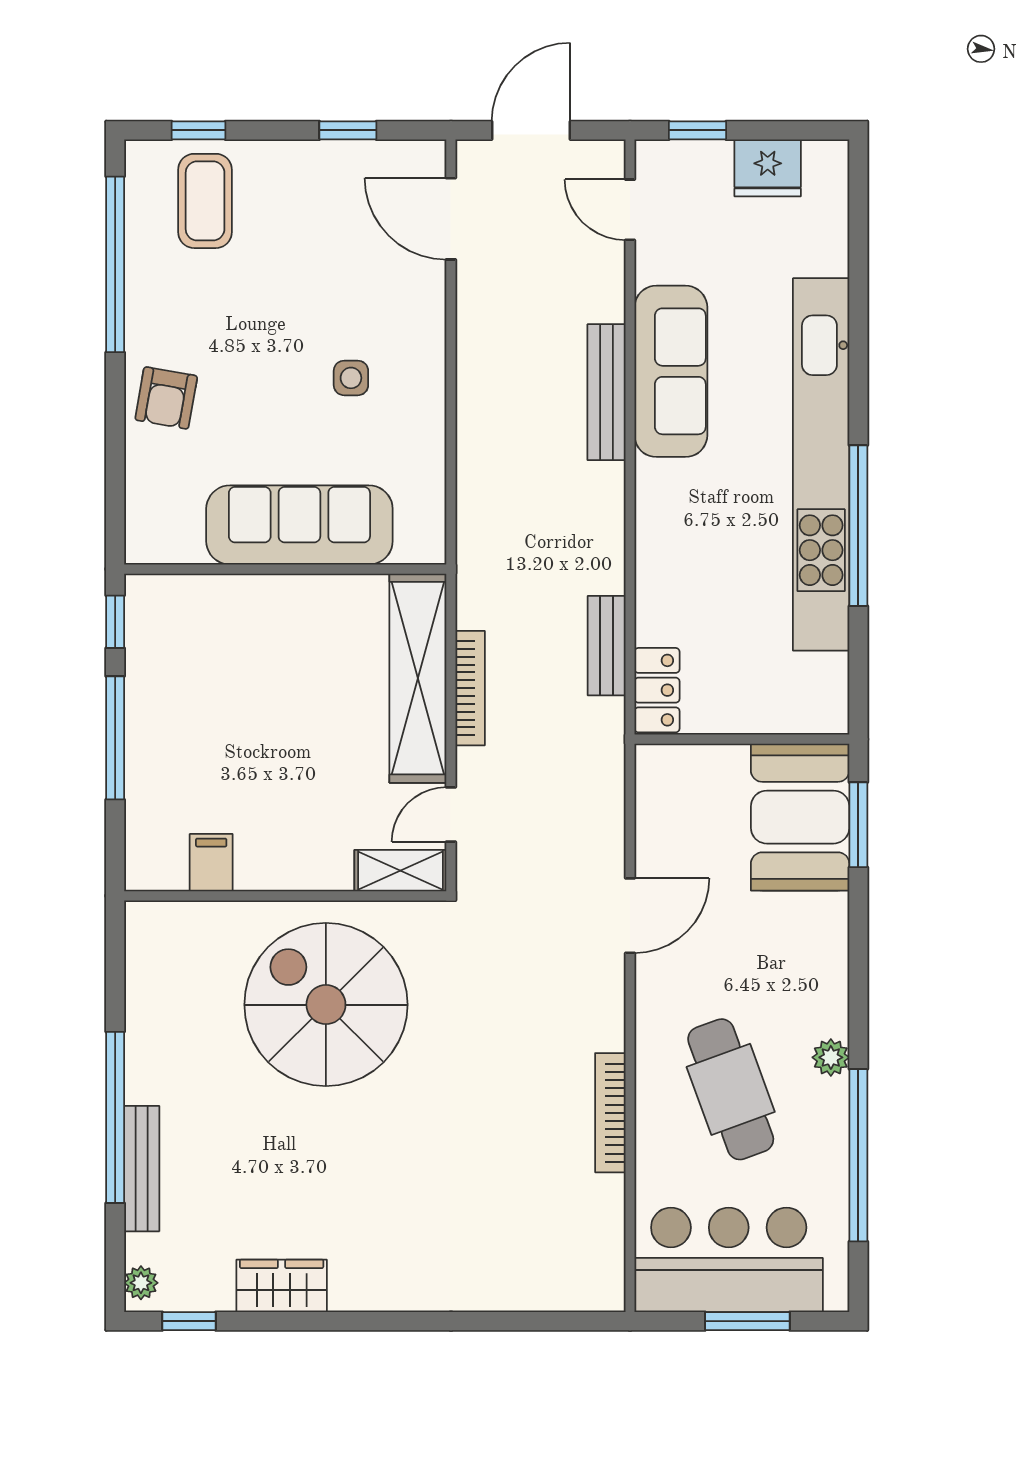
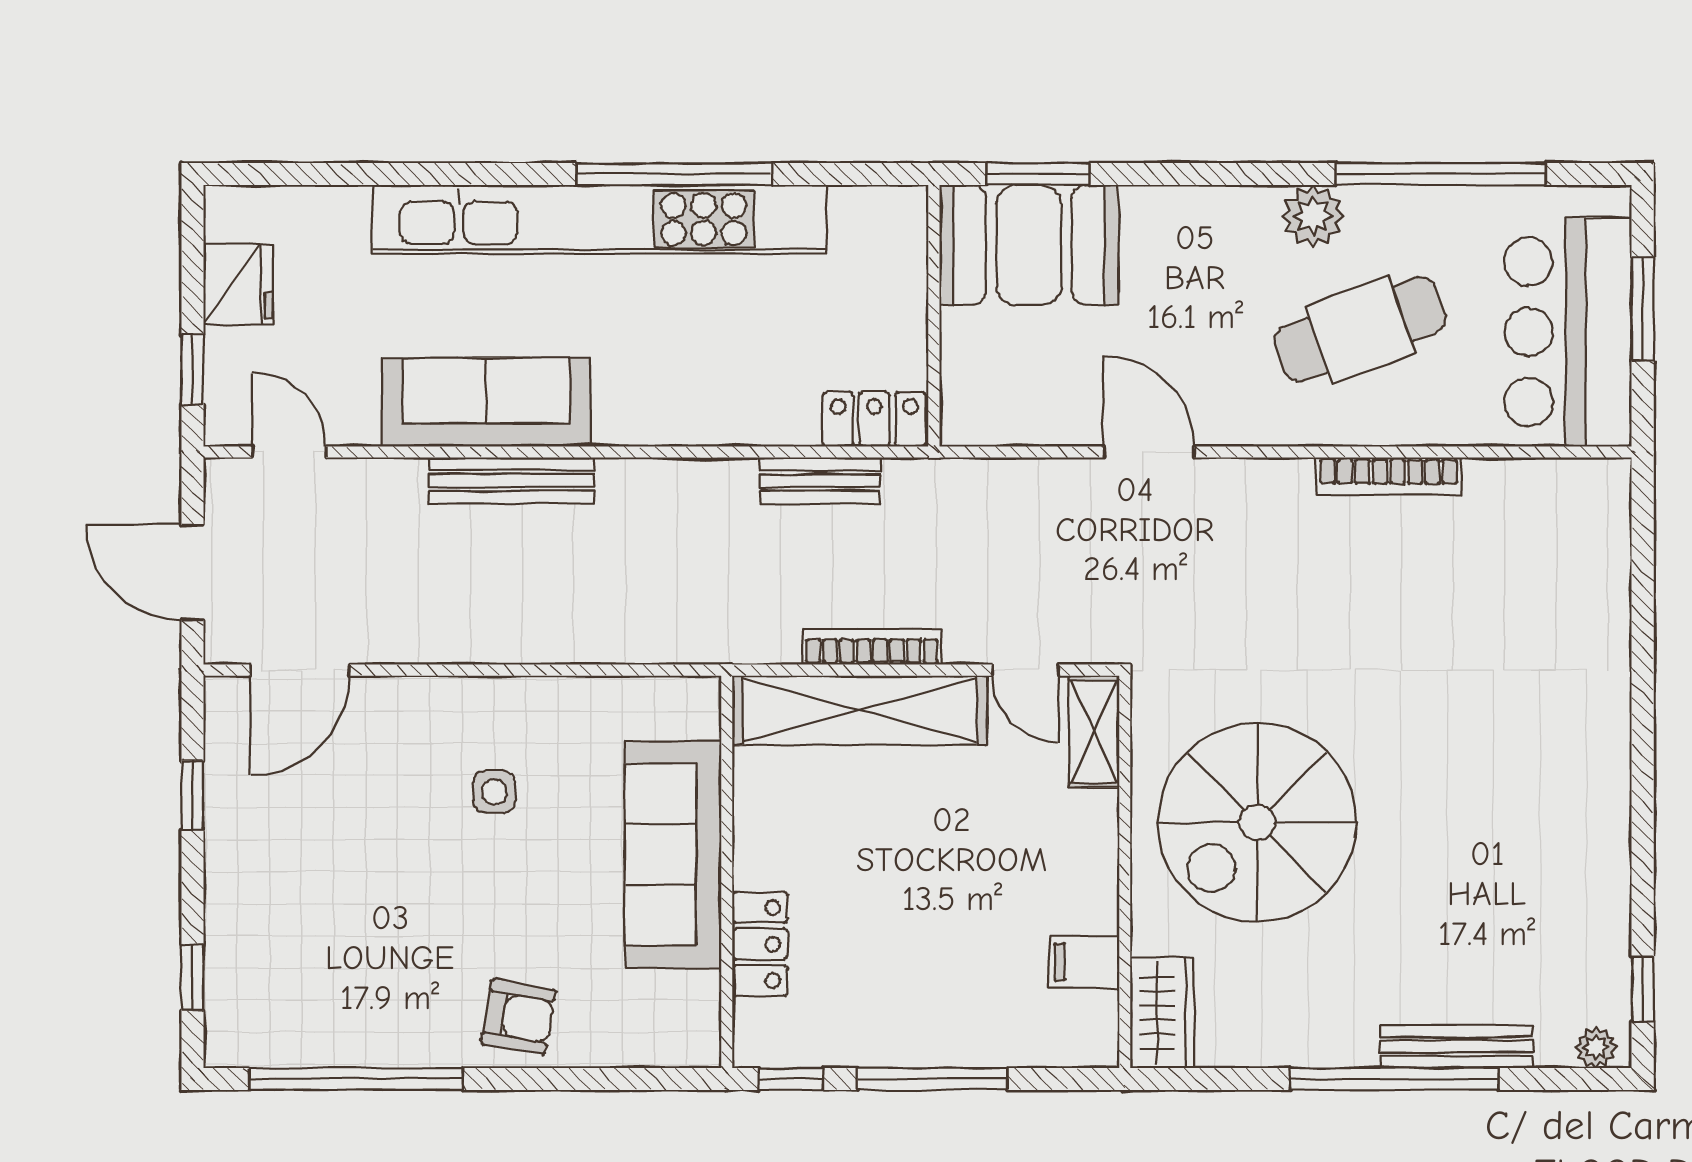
coffee table: (205, 201) -> (278, 970), removed
door: (630, 210) -> (289, 452), swing flipped
locker: (226, 596) -> (760, 944), added
plant: (831, 1057) -> (1313, 216), width x1.38, depth x1.38
wardrobe: (282, 1286) -> (1162, 1013), moved, turned 180

